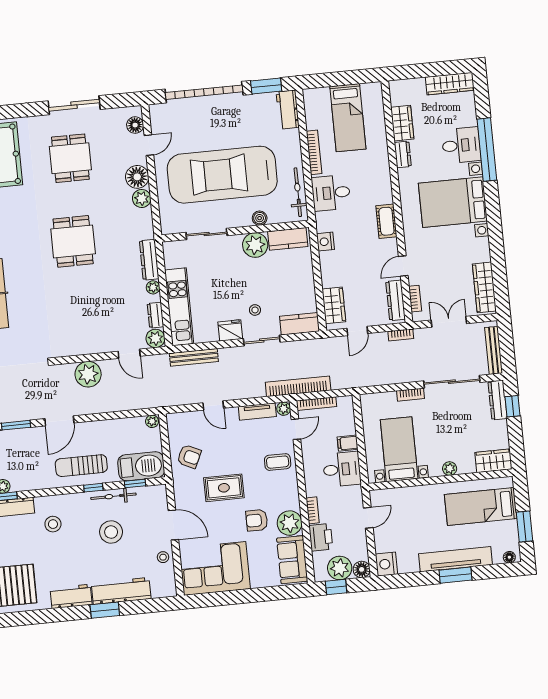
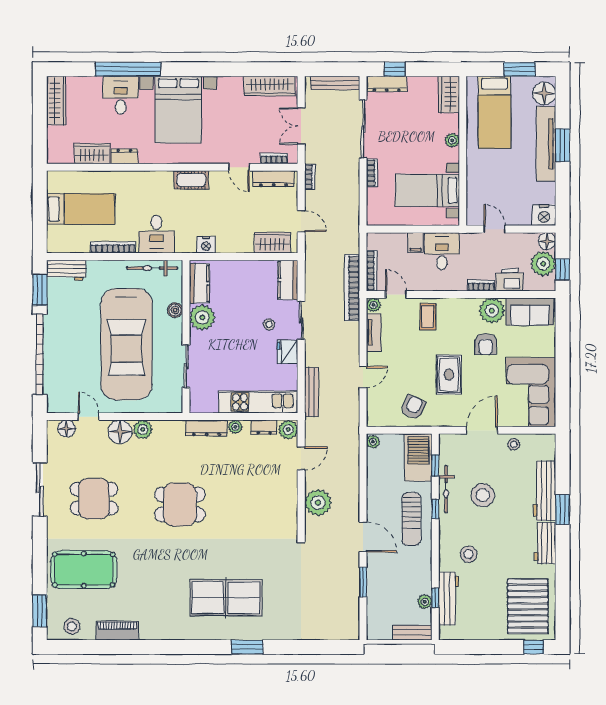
floor lamp: (509, 557) -> (544, 93), width x1.89, depth x1.89

